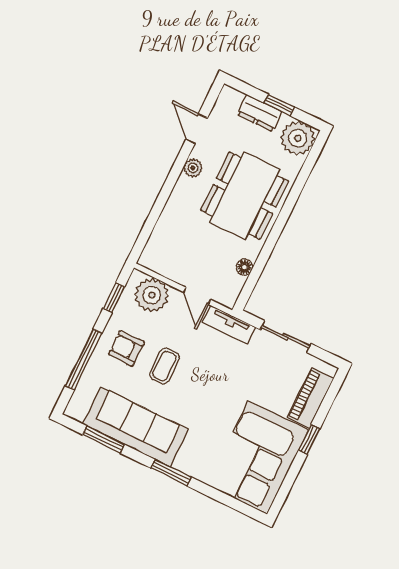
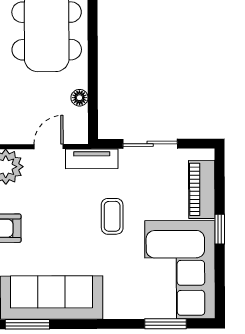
door: (197, 296) -> (49, 147), swing flipped
coffee table: (164, 366) -> (112, 216), moved
window: (171, 473) -> (165, 324), moved

